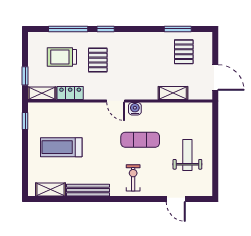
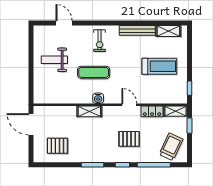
window: (178, 29) -> (92, 165), moved
pallet: (184, 52) -> (57, 146), turned 90
trolley: (62, 57) -> (171, 147), moved, turned -65
pallet: (98, 60) -> (129, 139), turned 90
shelving: (173, 93) -> (89, 111), moved
door: (116, 101) -> (129, 105), moved
weight bench: (187, 155) -> (54, 60), turned 90

